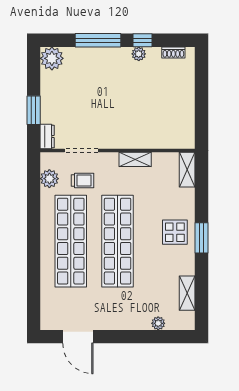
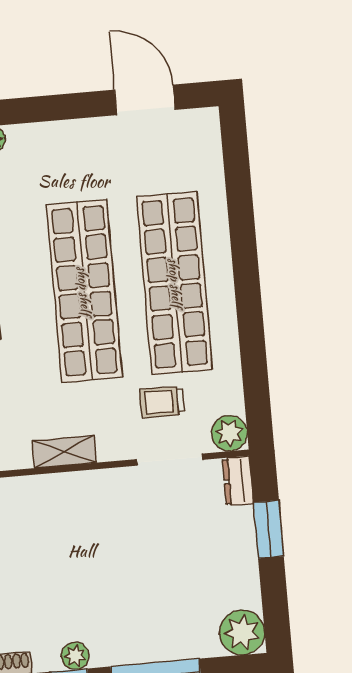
plant: (49, 179) -> (229, 433), moved

